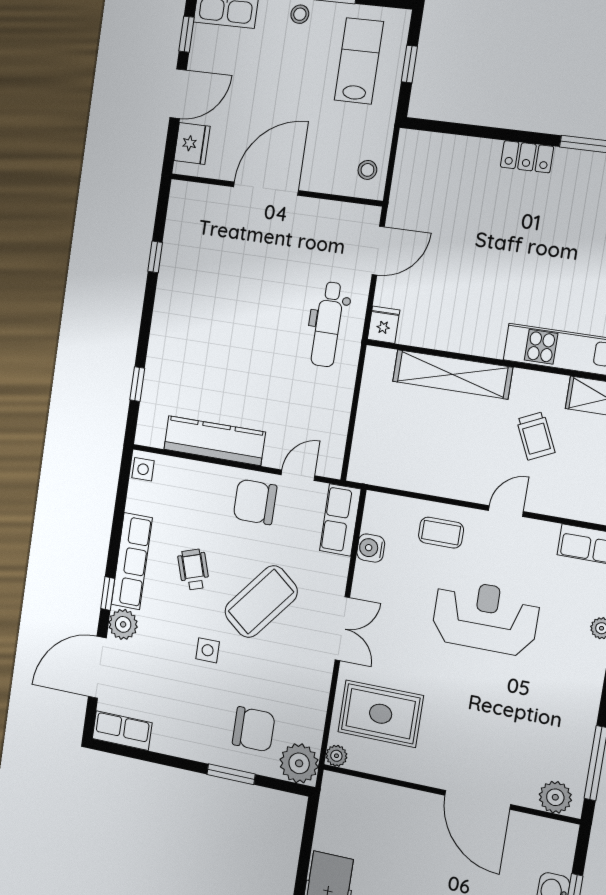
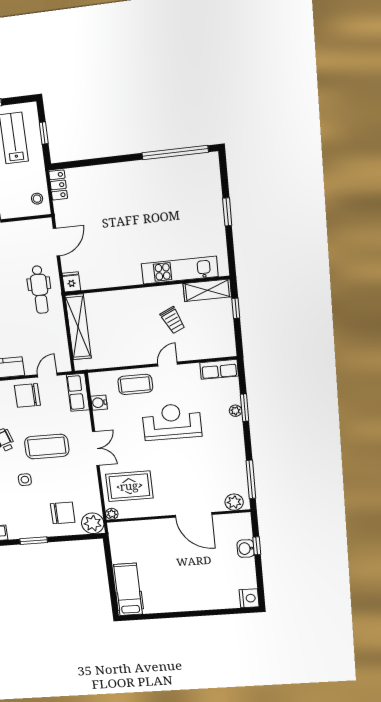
locker: (527, 157) -> (58, 185), moved, turned -90
shelving: (452, 374) -> (78, 327), moved, turned 90
coffee table: (441, 533) -> (135, 384), width x1.36, depth x1.30
coffee table: (261, 602) -> (47, 447), turned 51
window: (231, 774) -> (34, 541), moved

